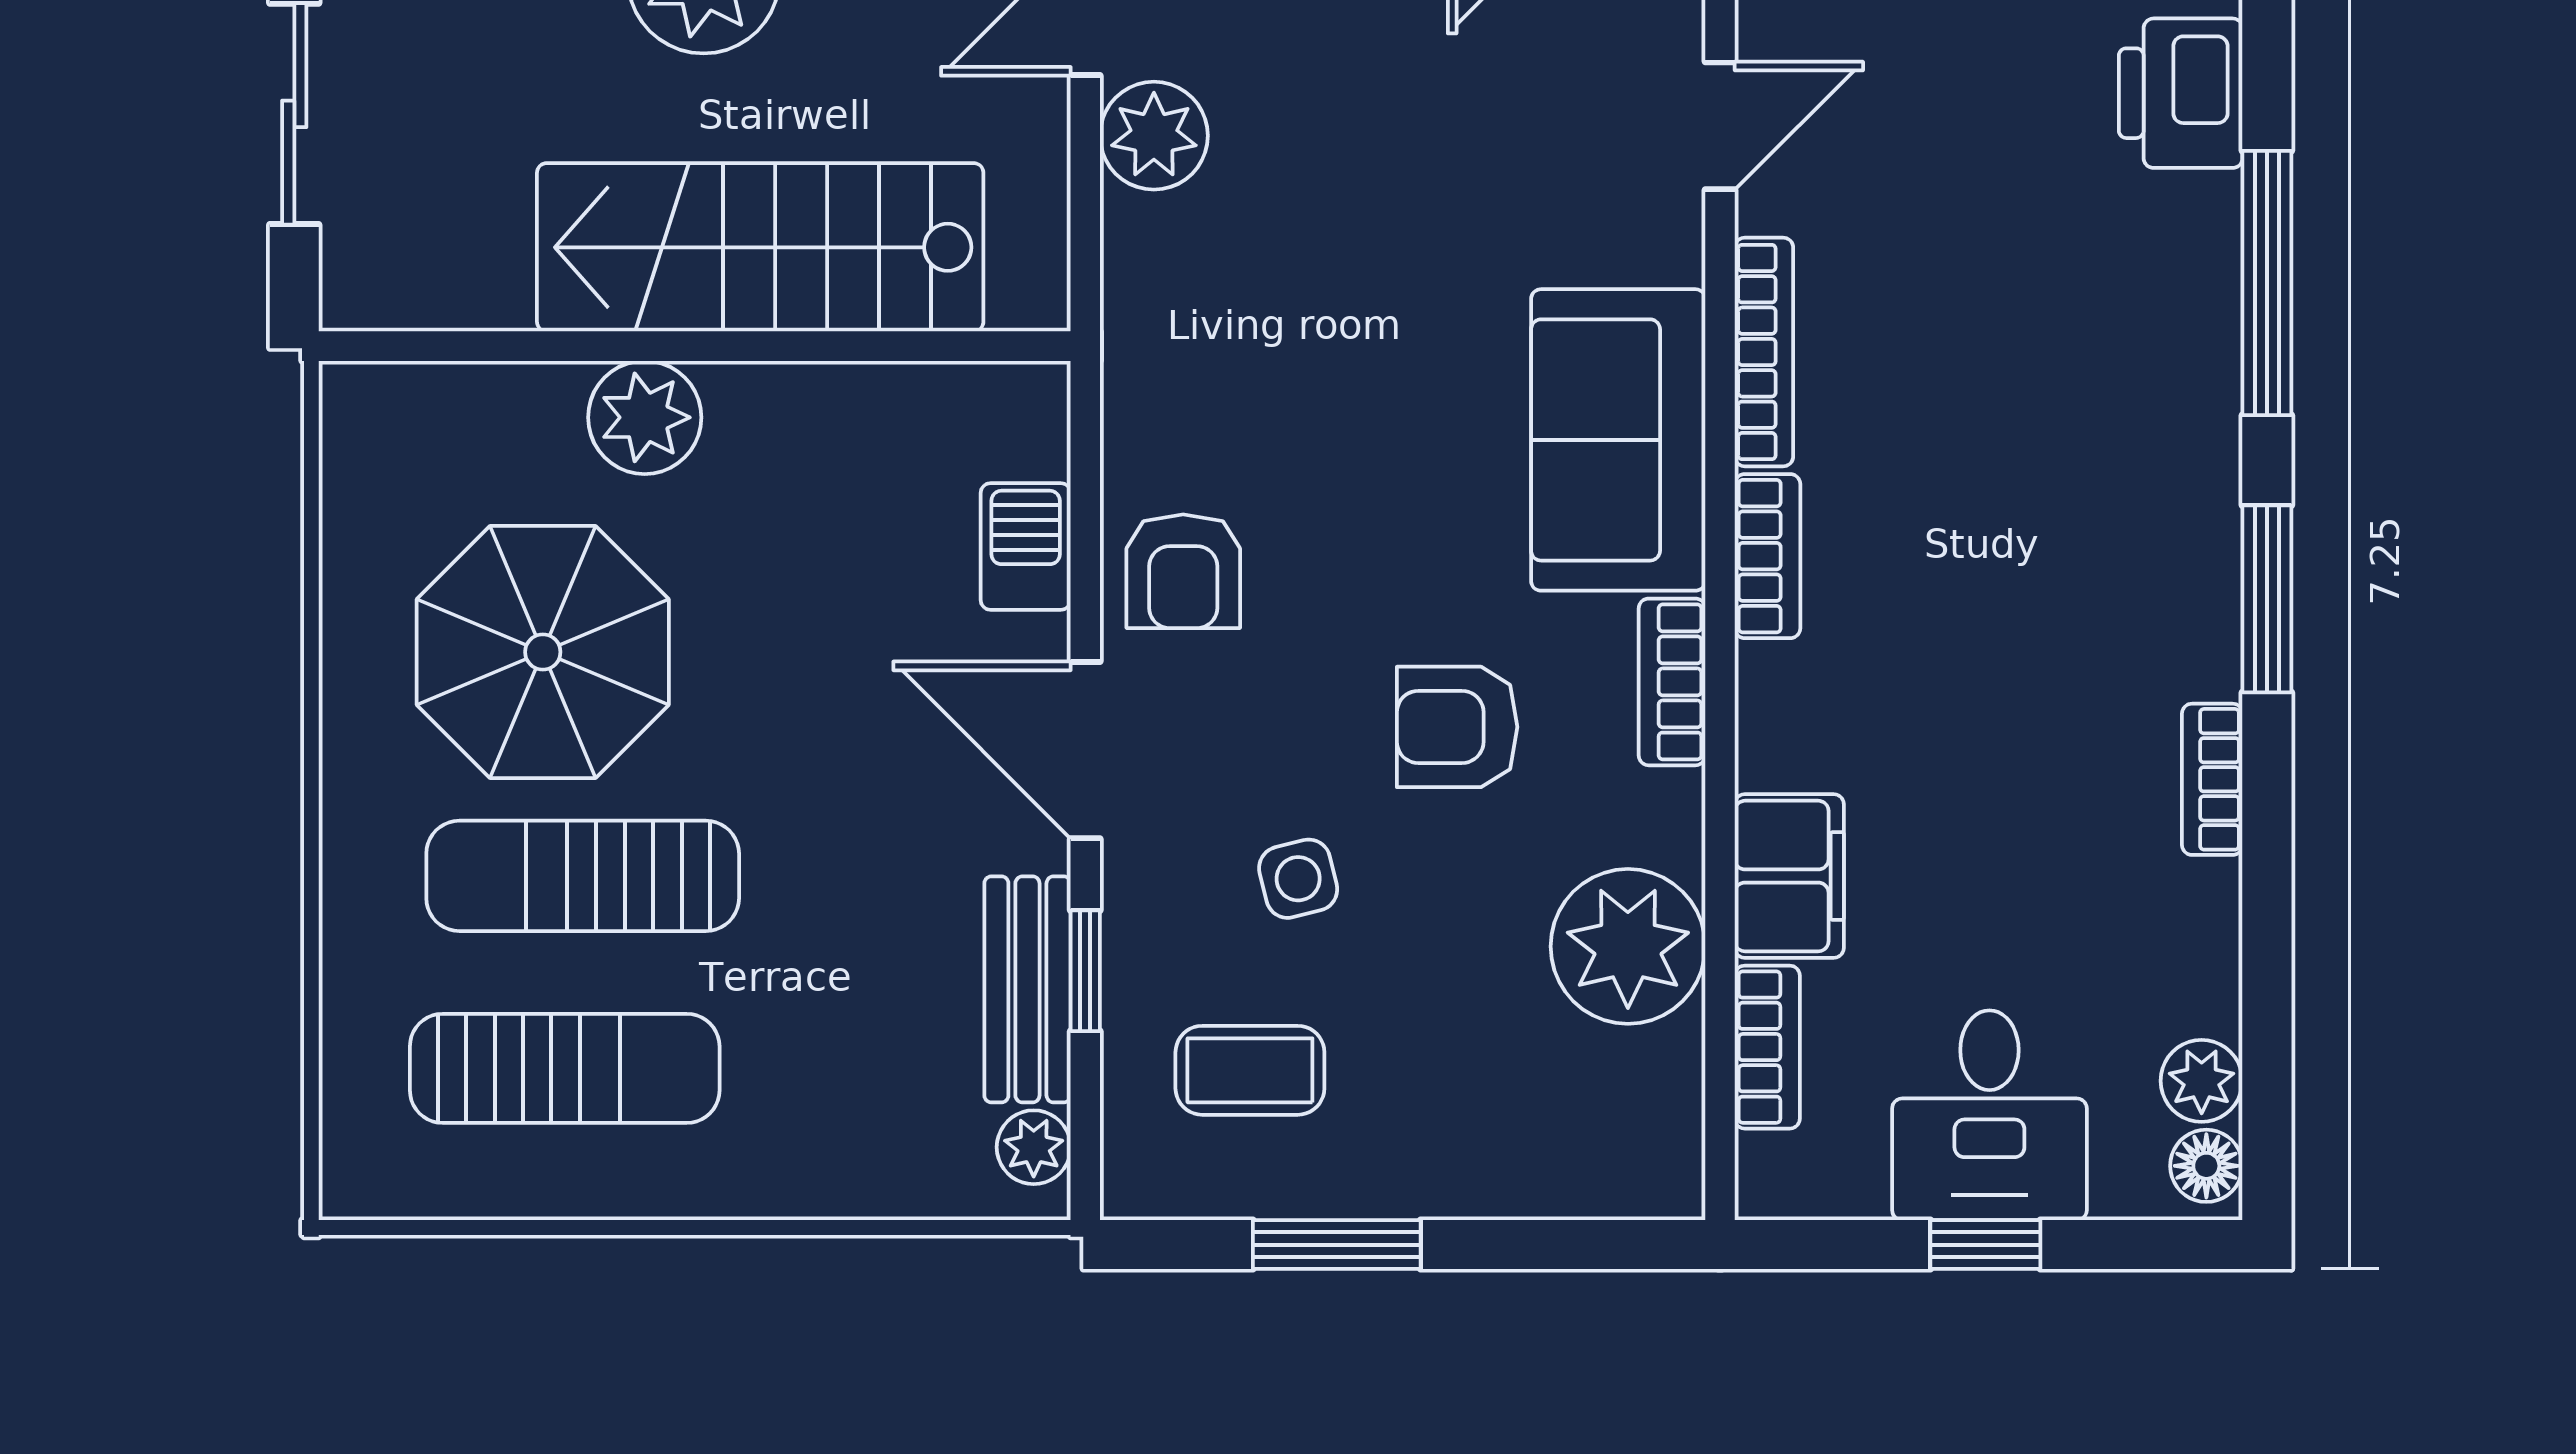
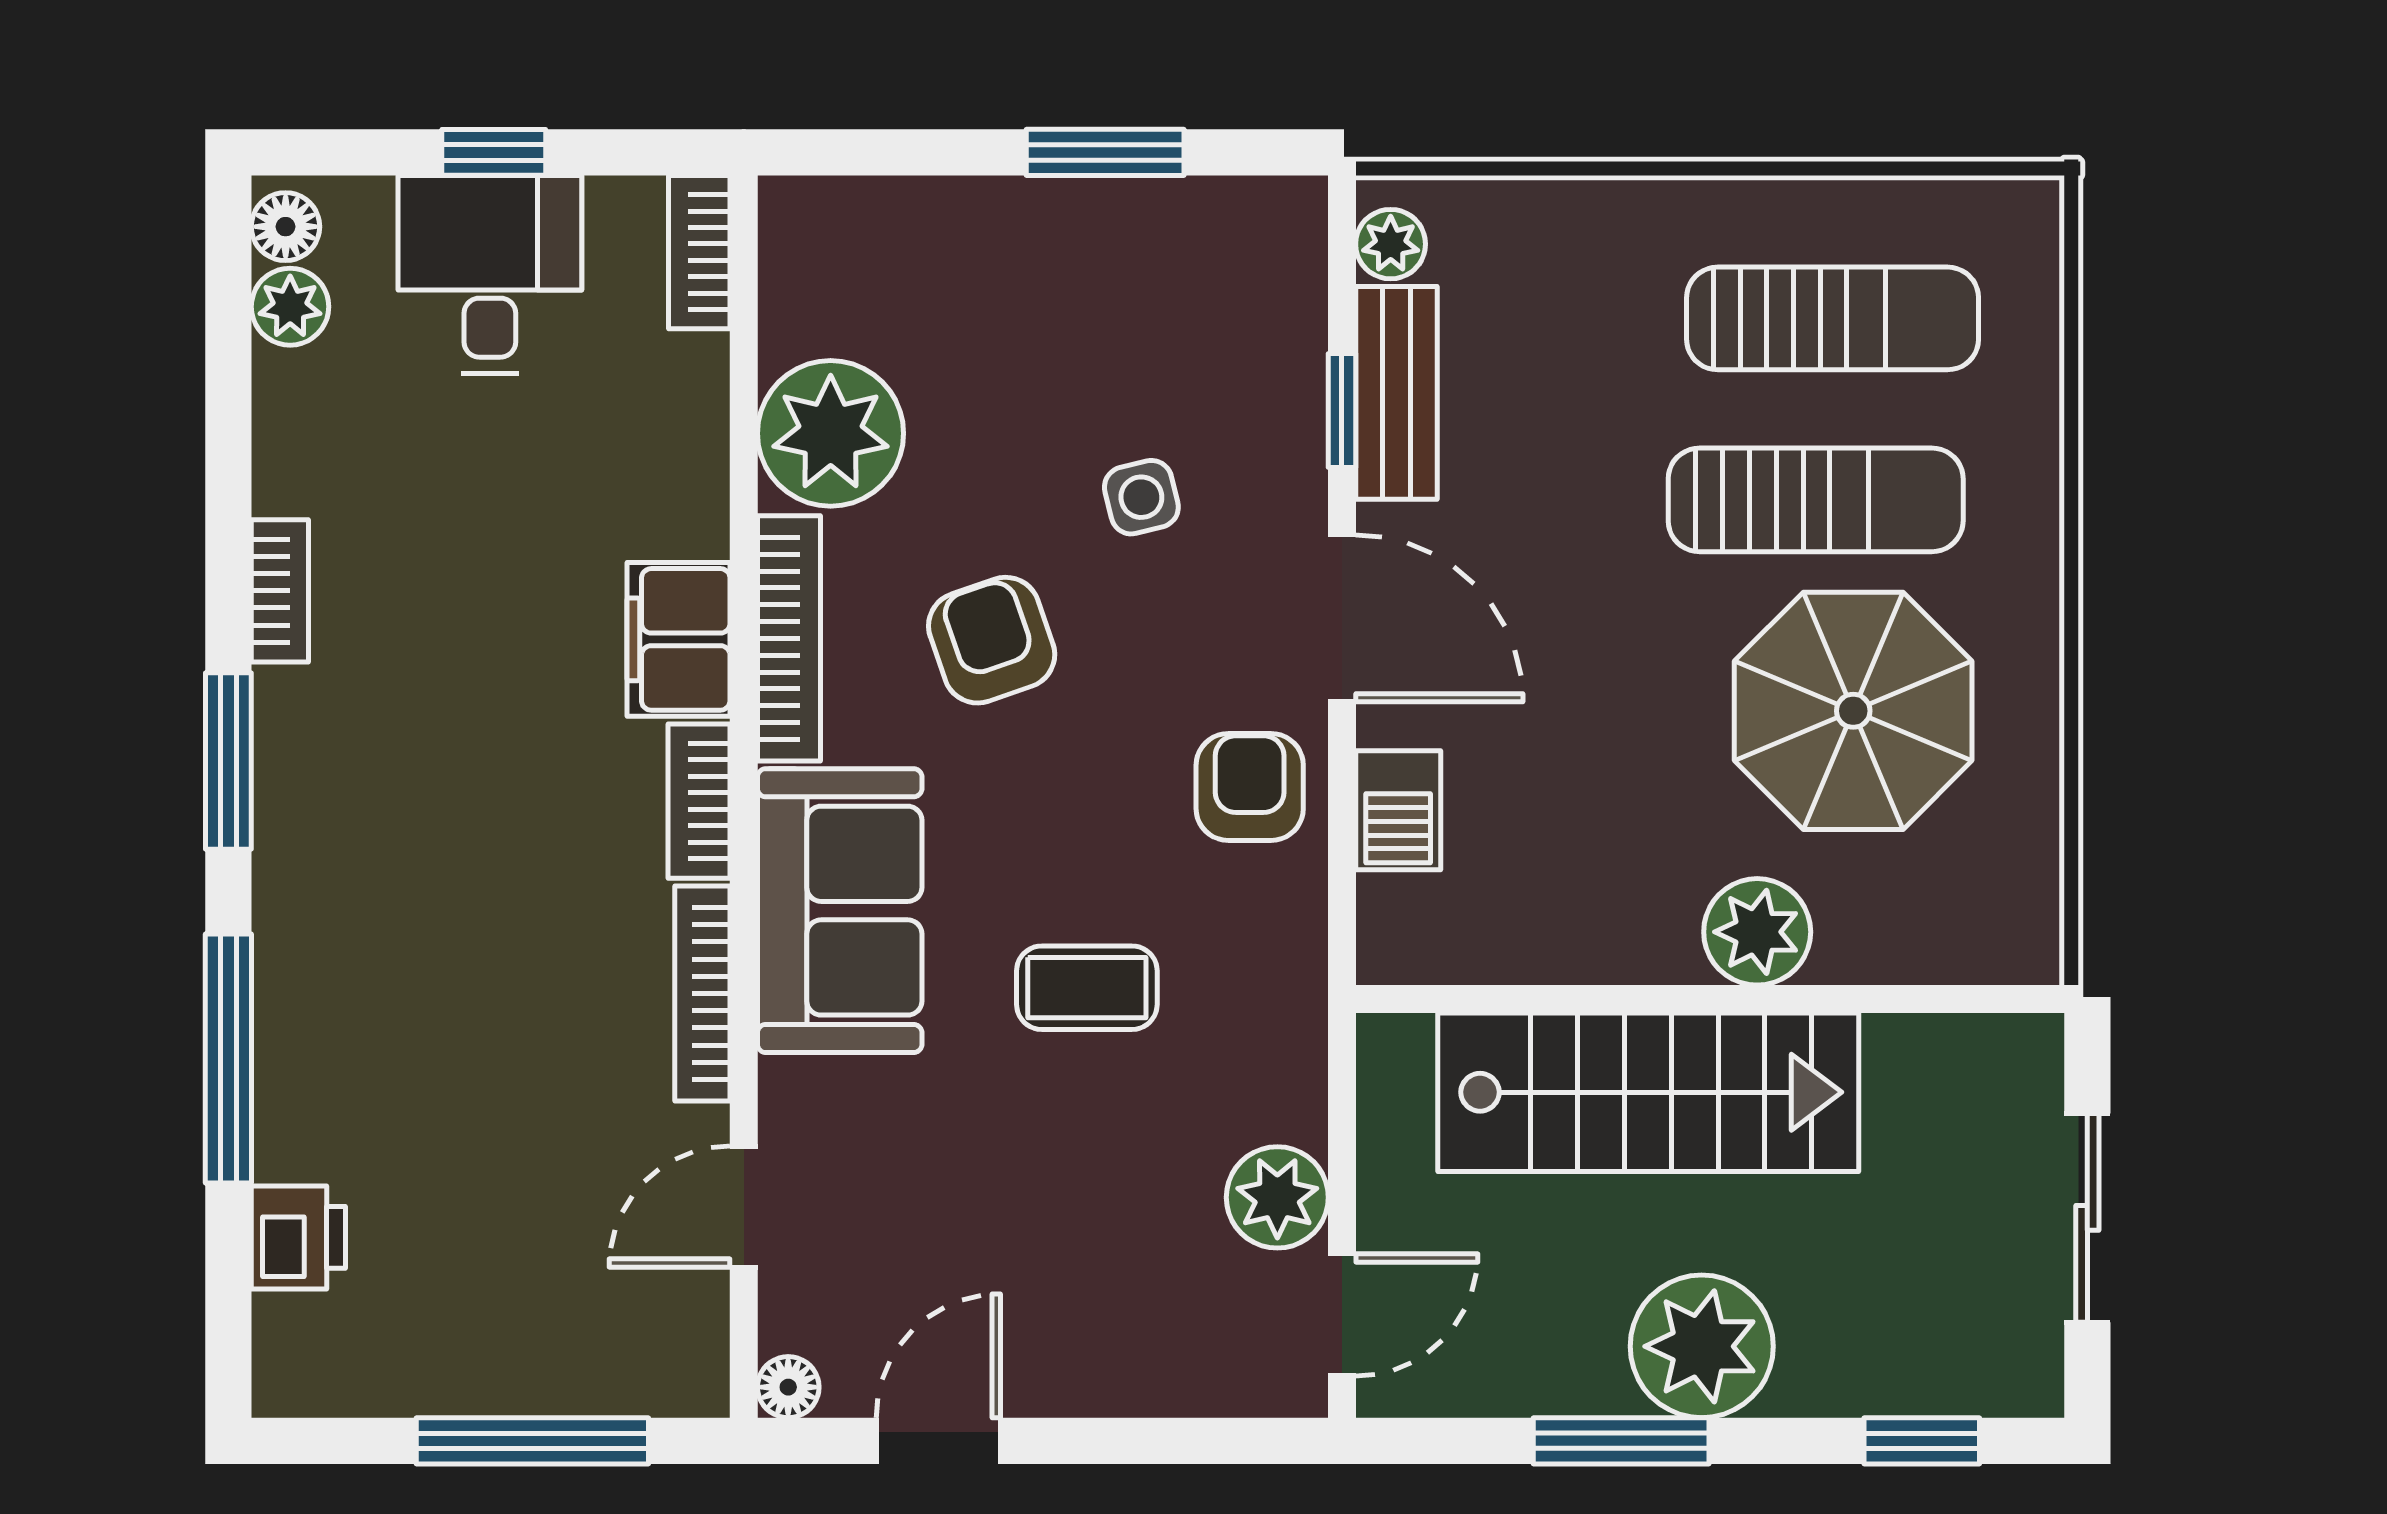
printer: (2181, 93) -> (298, 1237), width x0.73, depth x0.81
bookcase: (1672, 682) -> (789, 638), width x1.56
armchair: (1457, 727) -> (992, 640), turned -109
filing cabinet: (1789, 876) -> (679, 639), moved
bookcase: (1767, 1047) -> (699, 252), moved
sun lounger: (565, 1068) -> (1833, 318), turned 180
coffee table: (1250, 1070) -> (1087, 988), moved

